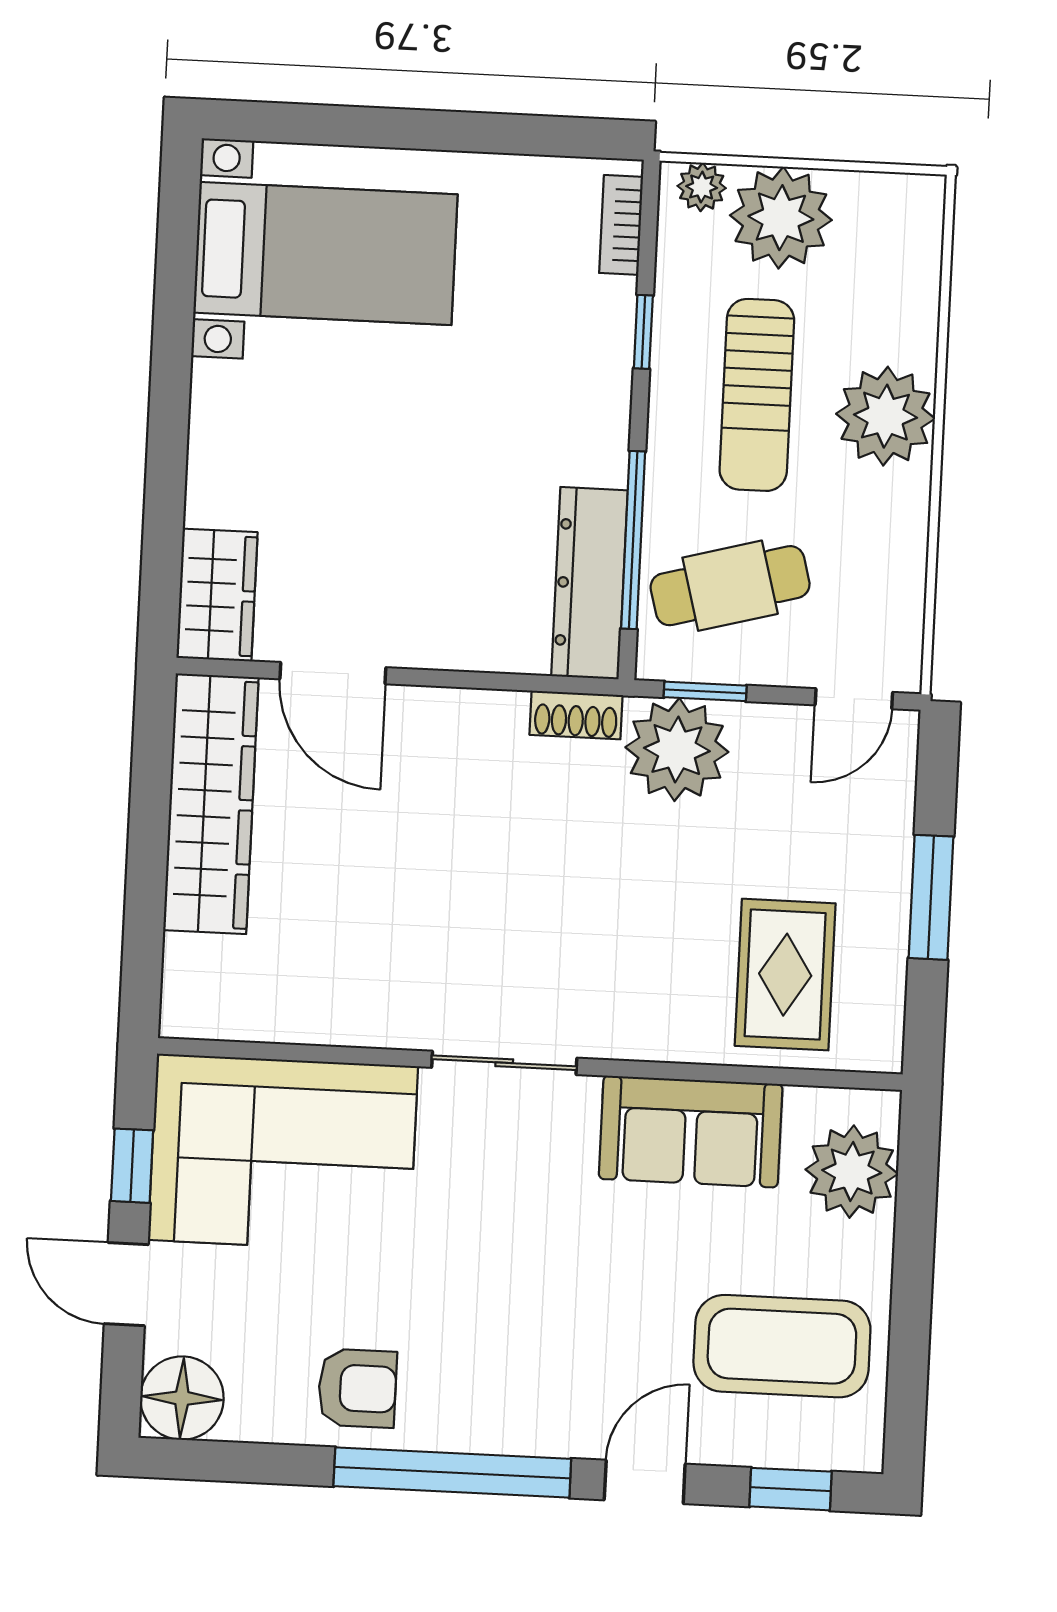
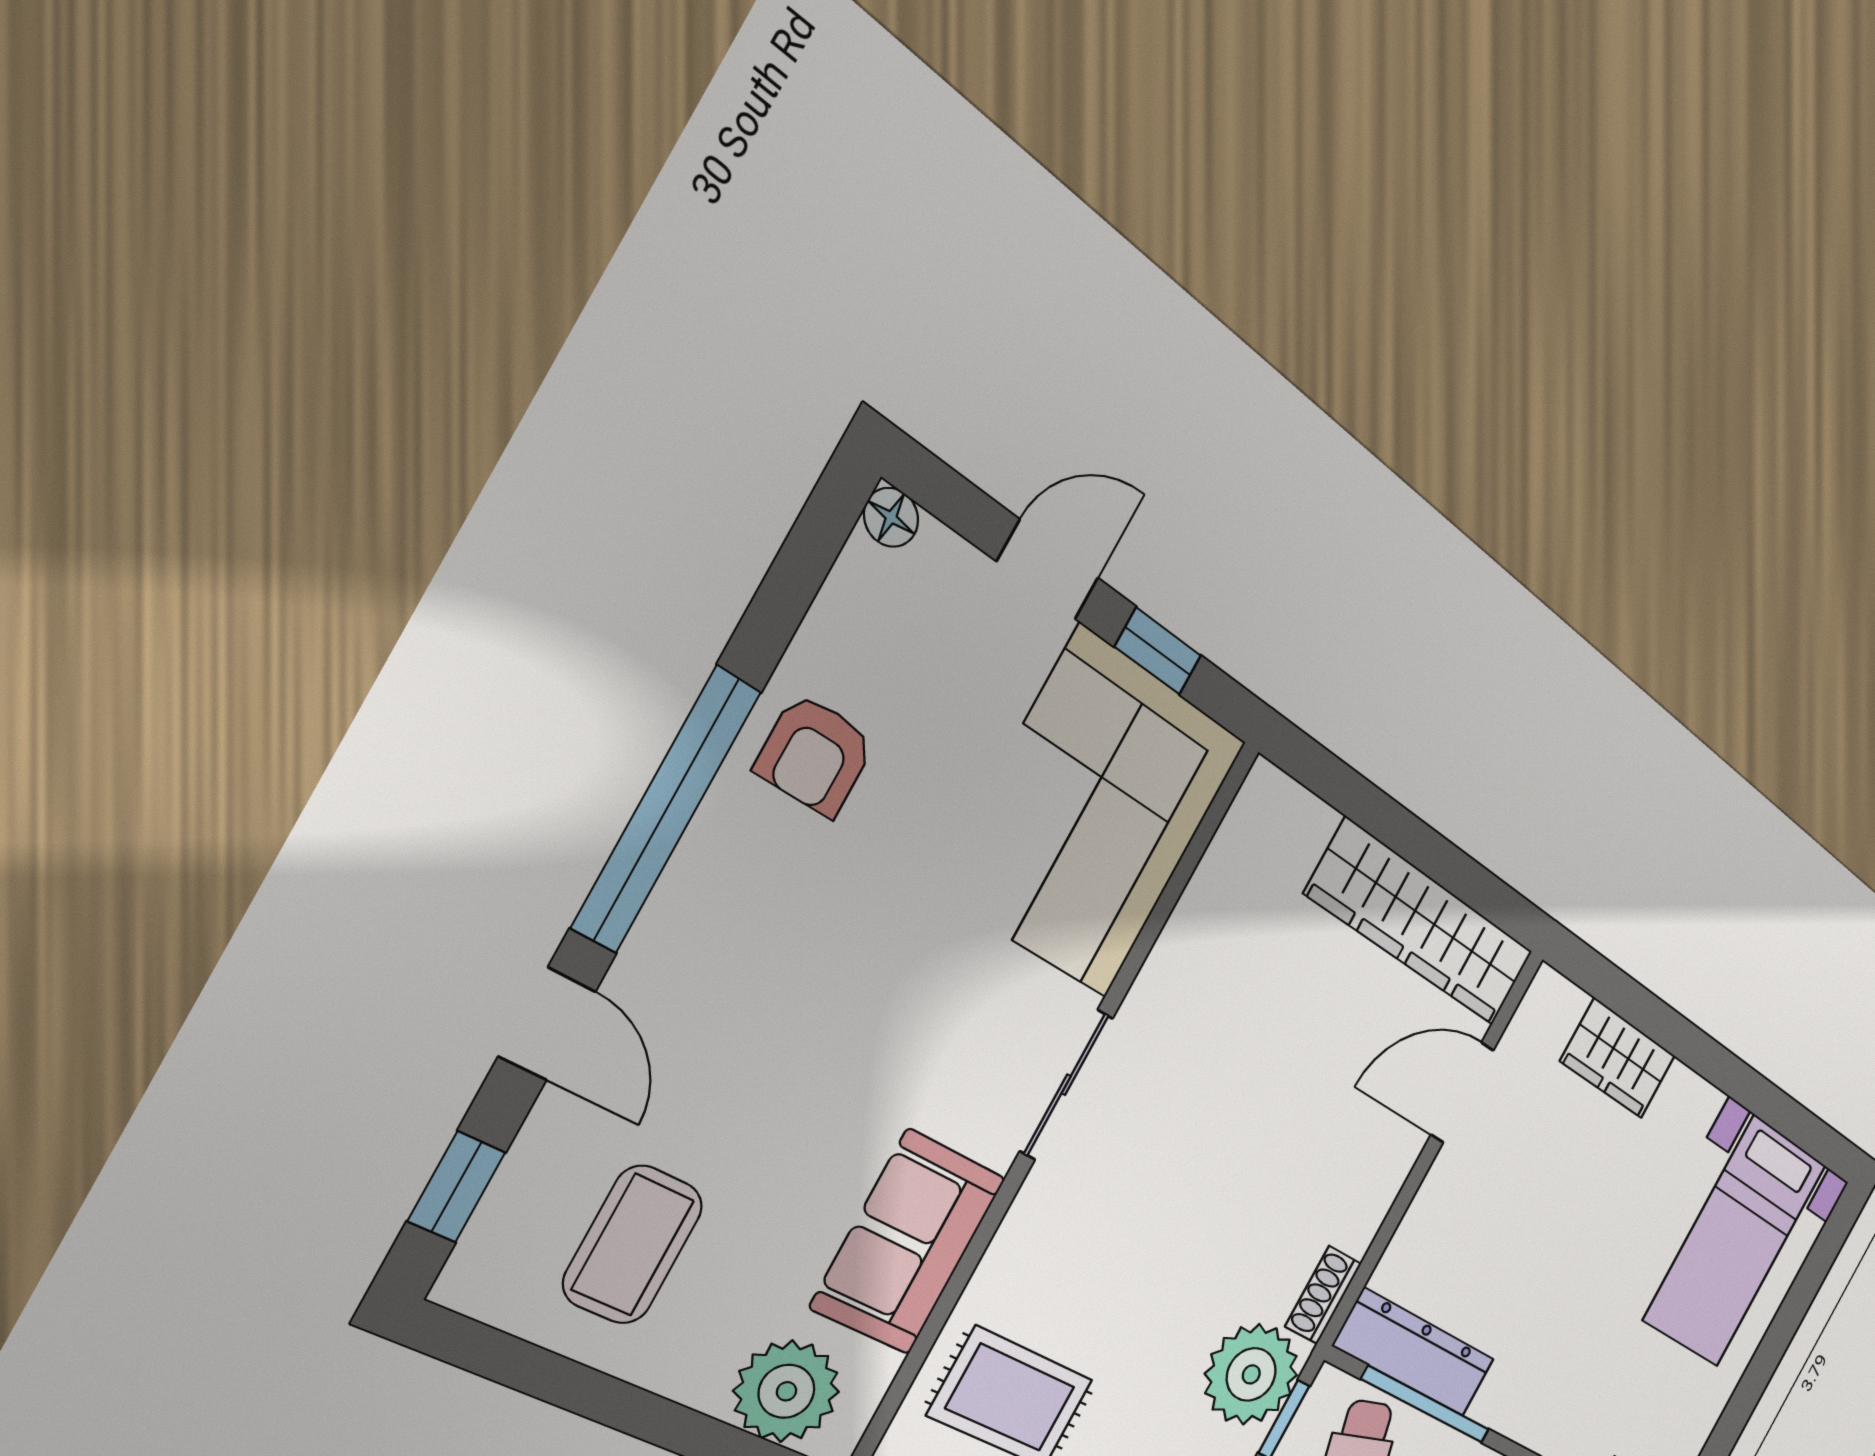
wardrobe: (217, 595) -> (1618, 1058), moved
coffee table: (782, 1346) -> (633, 1245), width x0.73, depth x0.76
floor lamp: (182, 1398) -> (891, 517), width x0.53, depth x0.53

